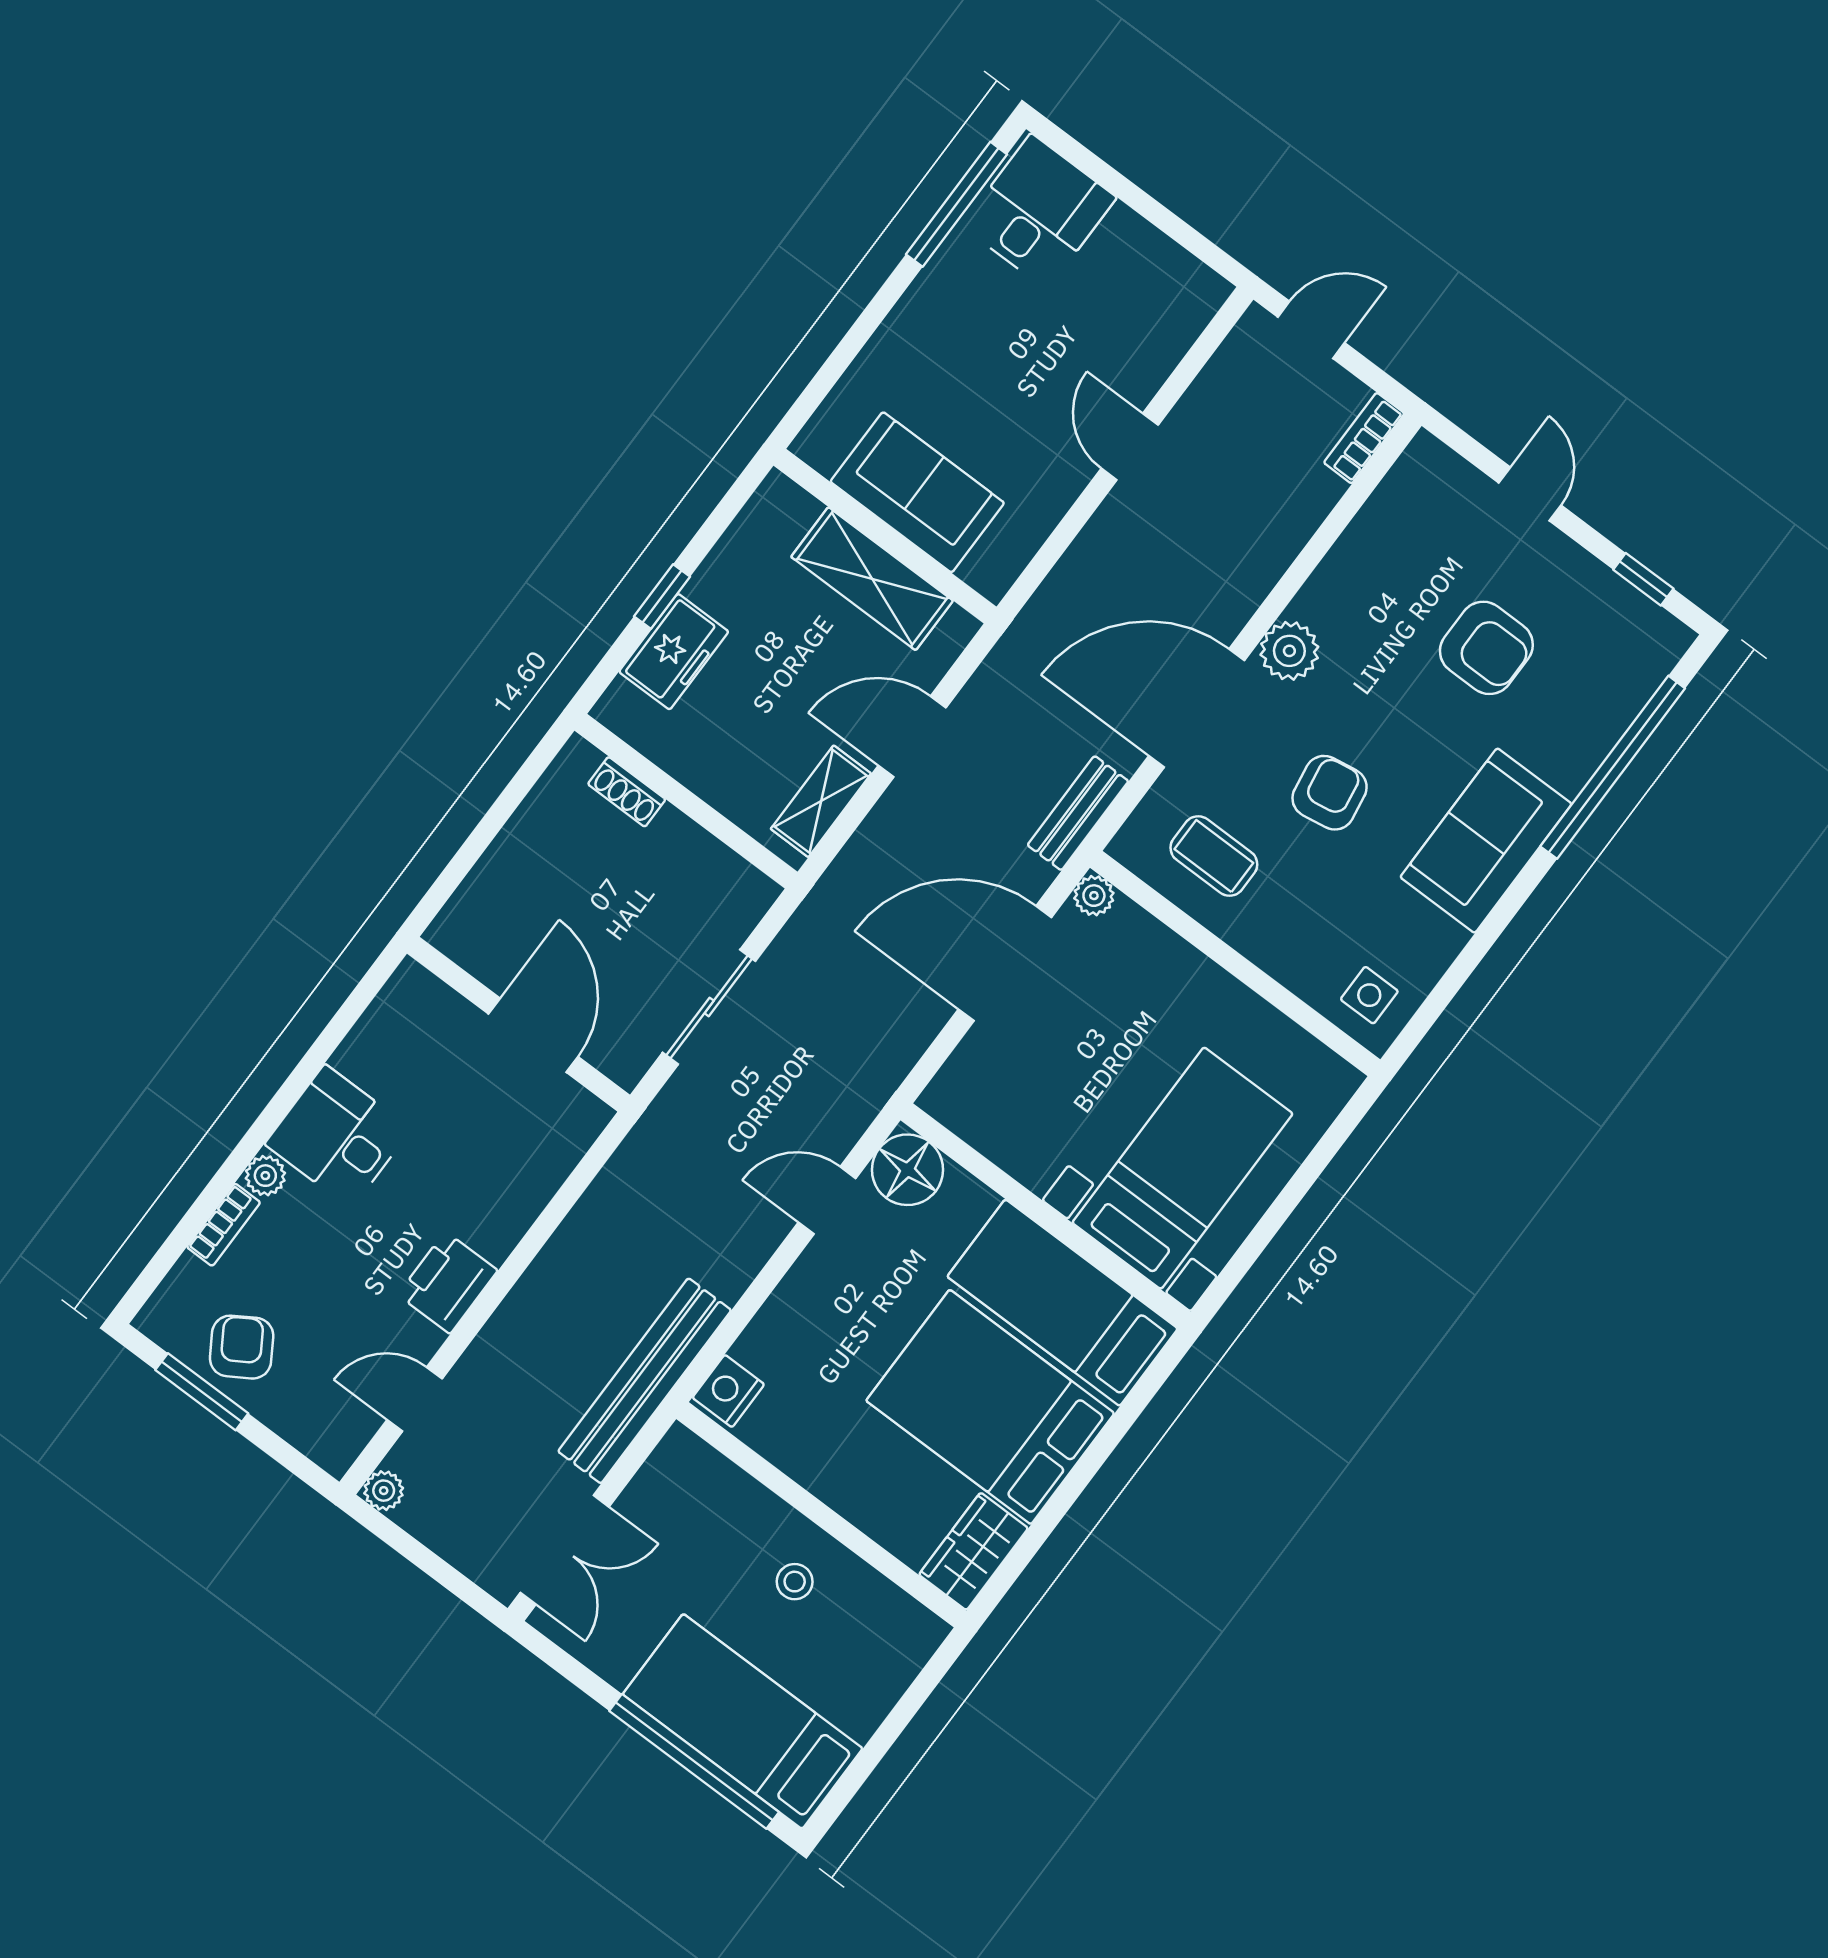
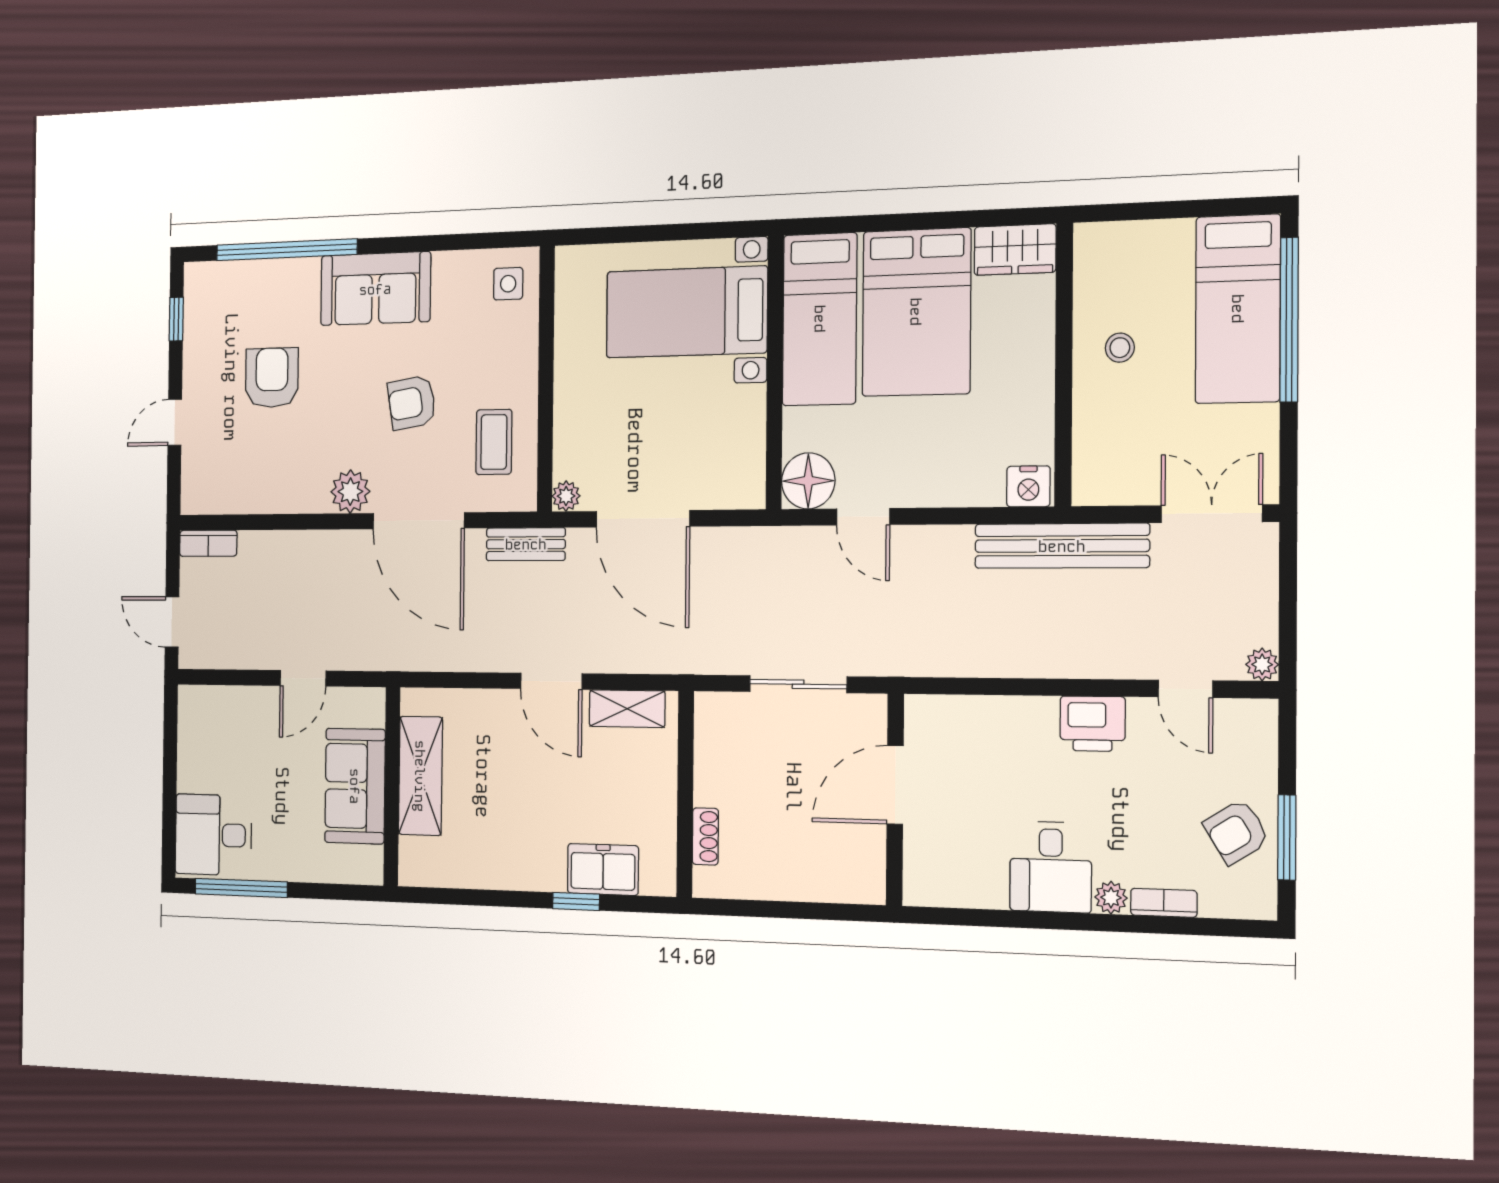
sofa: (917, 492) -> (355, 786), moved
wall: (885, 536) -> (392, 787), moved
shelving: (872, 579) -> (420, 776), moved

